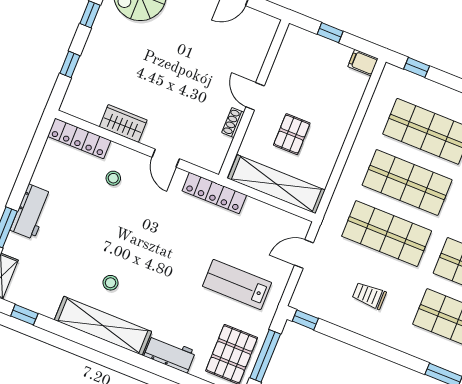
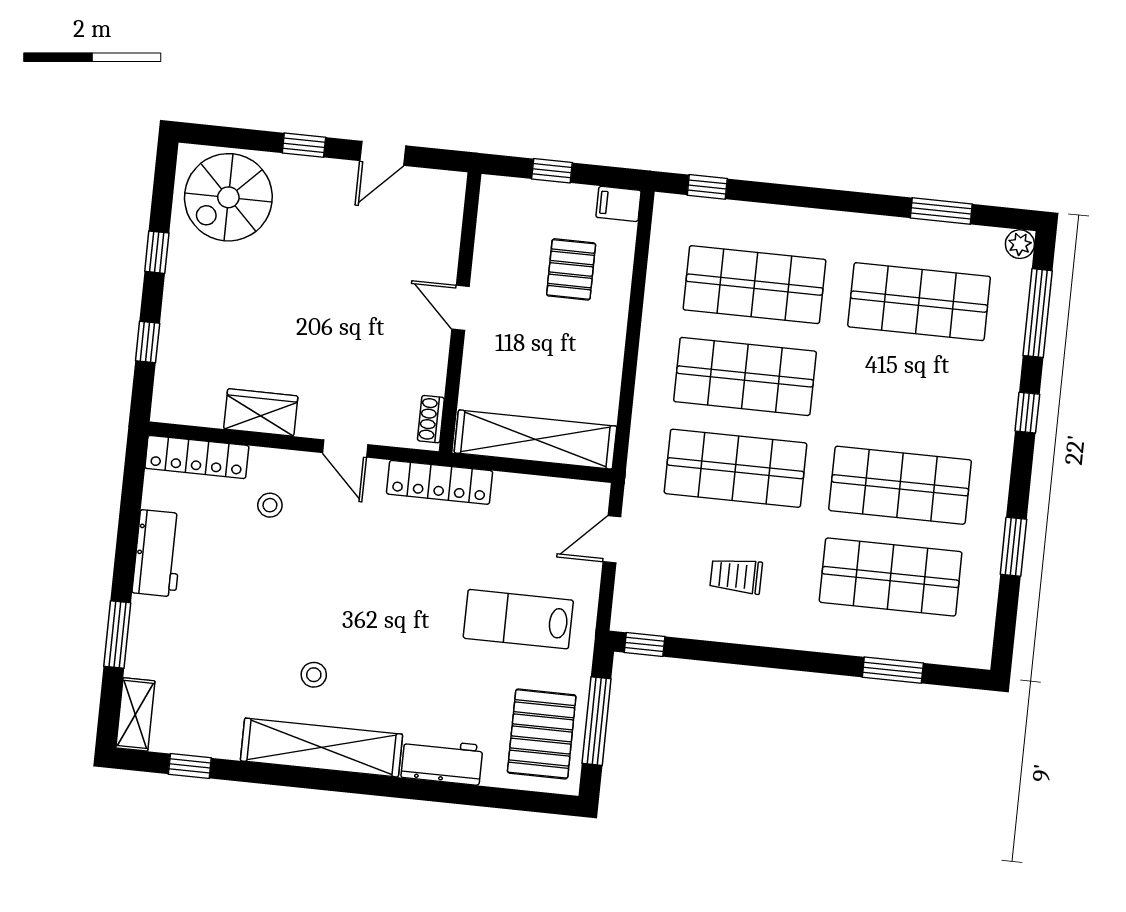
shoe rack: (233, 123) -> (431, 419), moved
pallet: (292, 134) -> (571, 269), moved
workbench: (31, 212) -> (158, 553), moved

